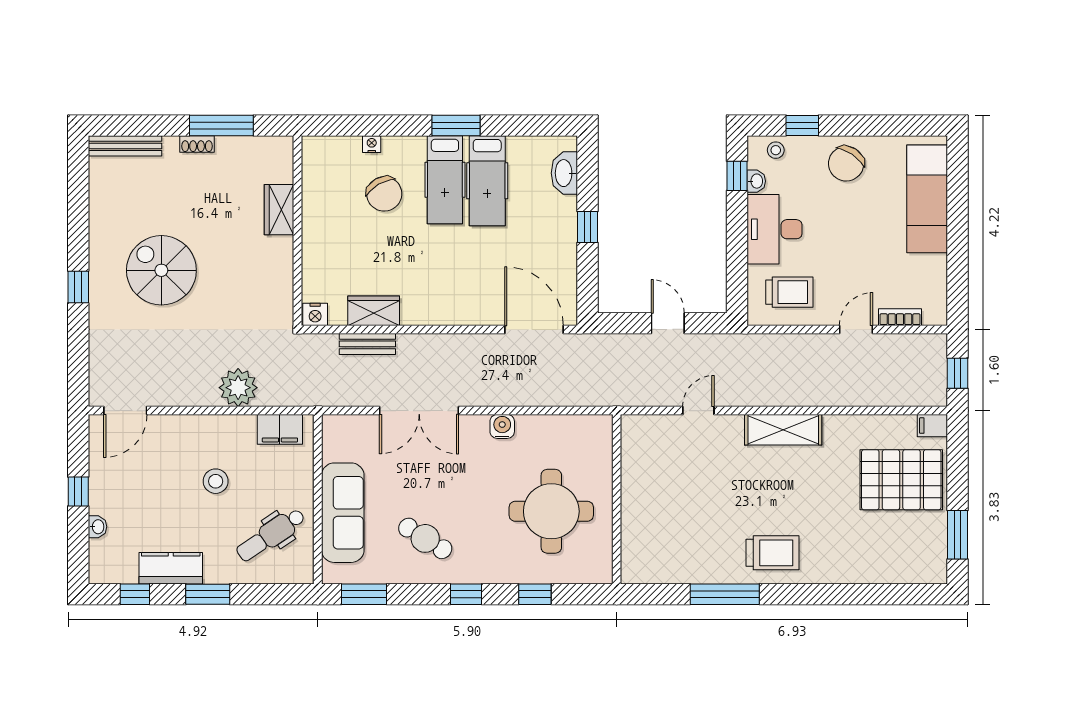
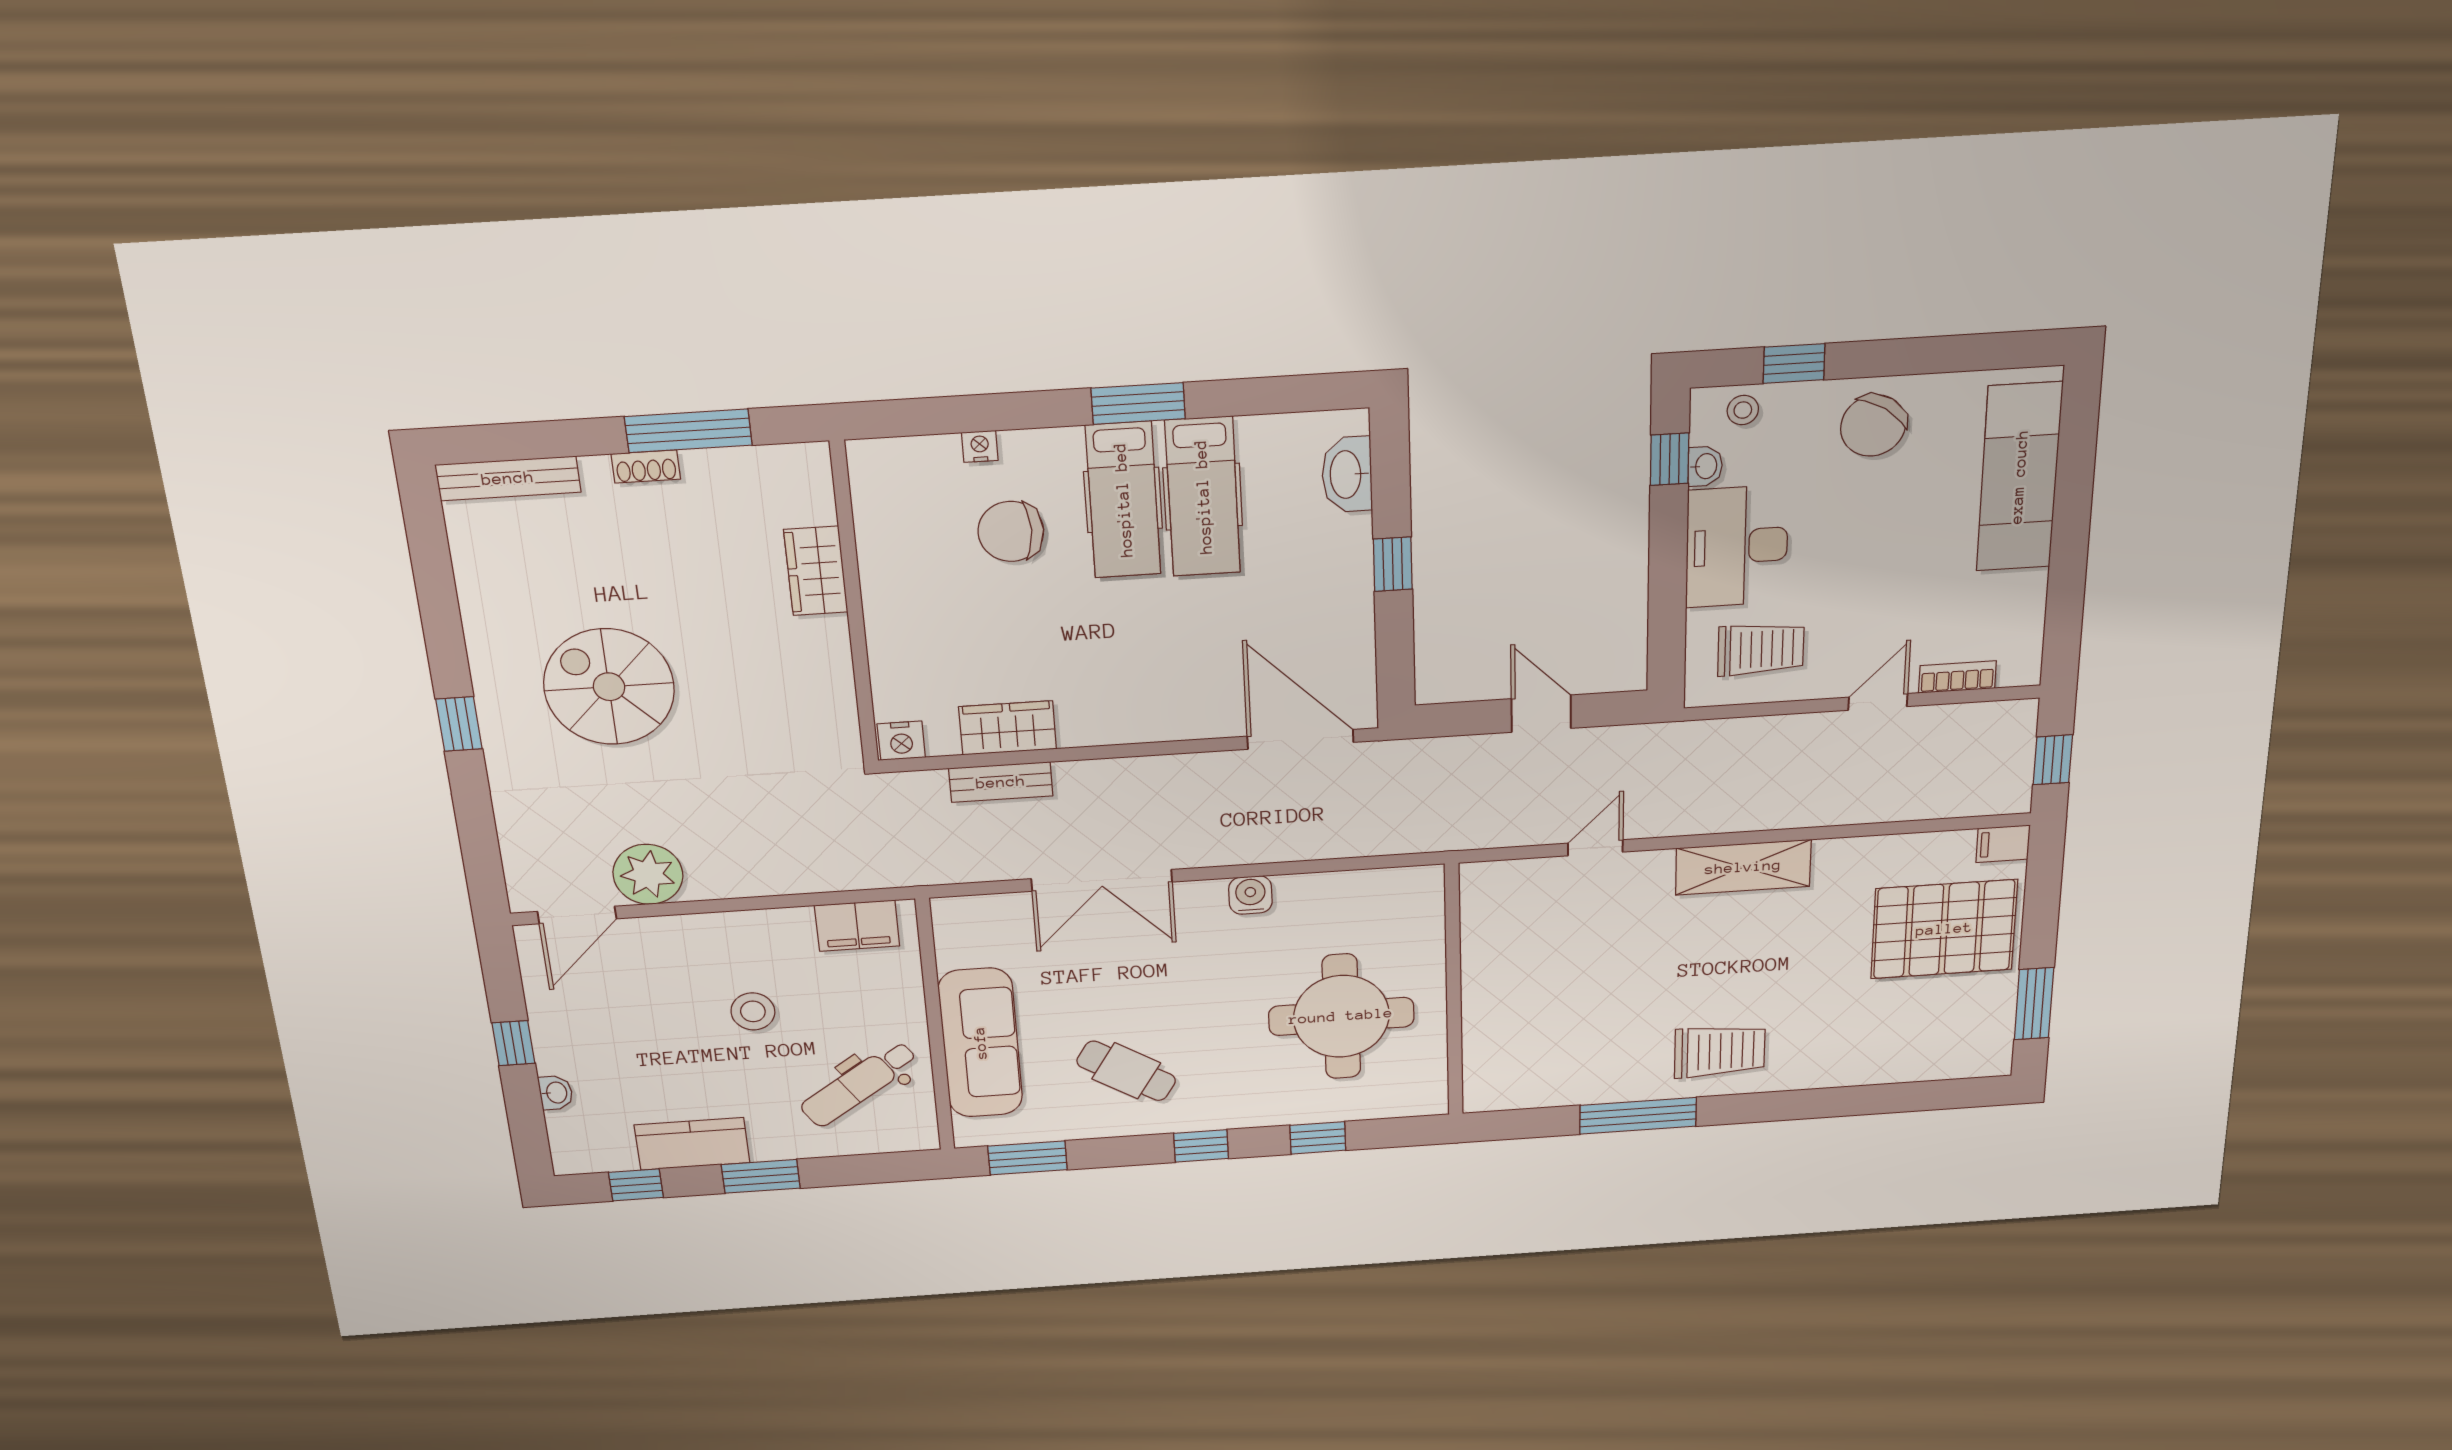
chair: (384, 194) -> (1011, 531), turned 120
plant: (238, 388) -> (648, 874), moved

